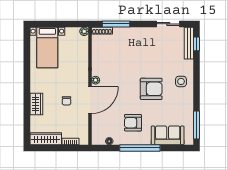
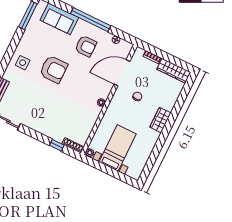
window: (116, 24) -> (57, 145), width x0.46
bed with nightstands: (47, 48) -> (118, 148), moved
armchair: (151, 89) -> (54, 69), turned 180
door: (90, 100) -> (122, 73), moved
wardrobe: (36, 104) -> (160, 120), moved

